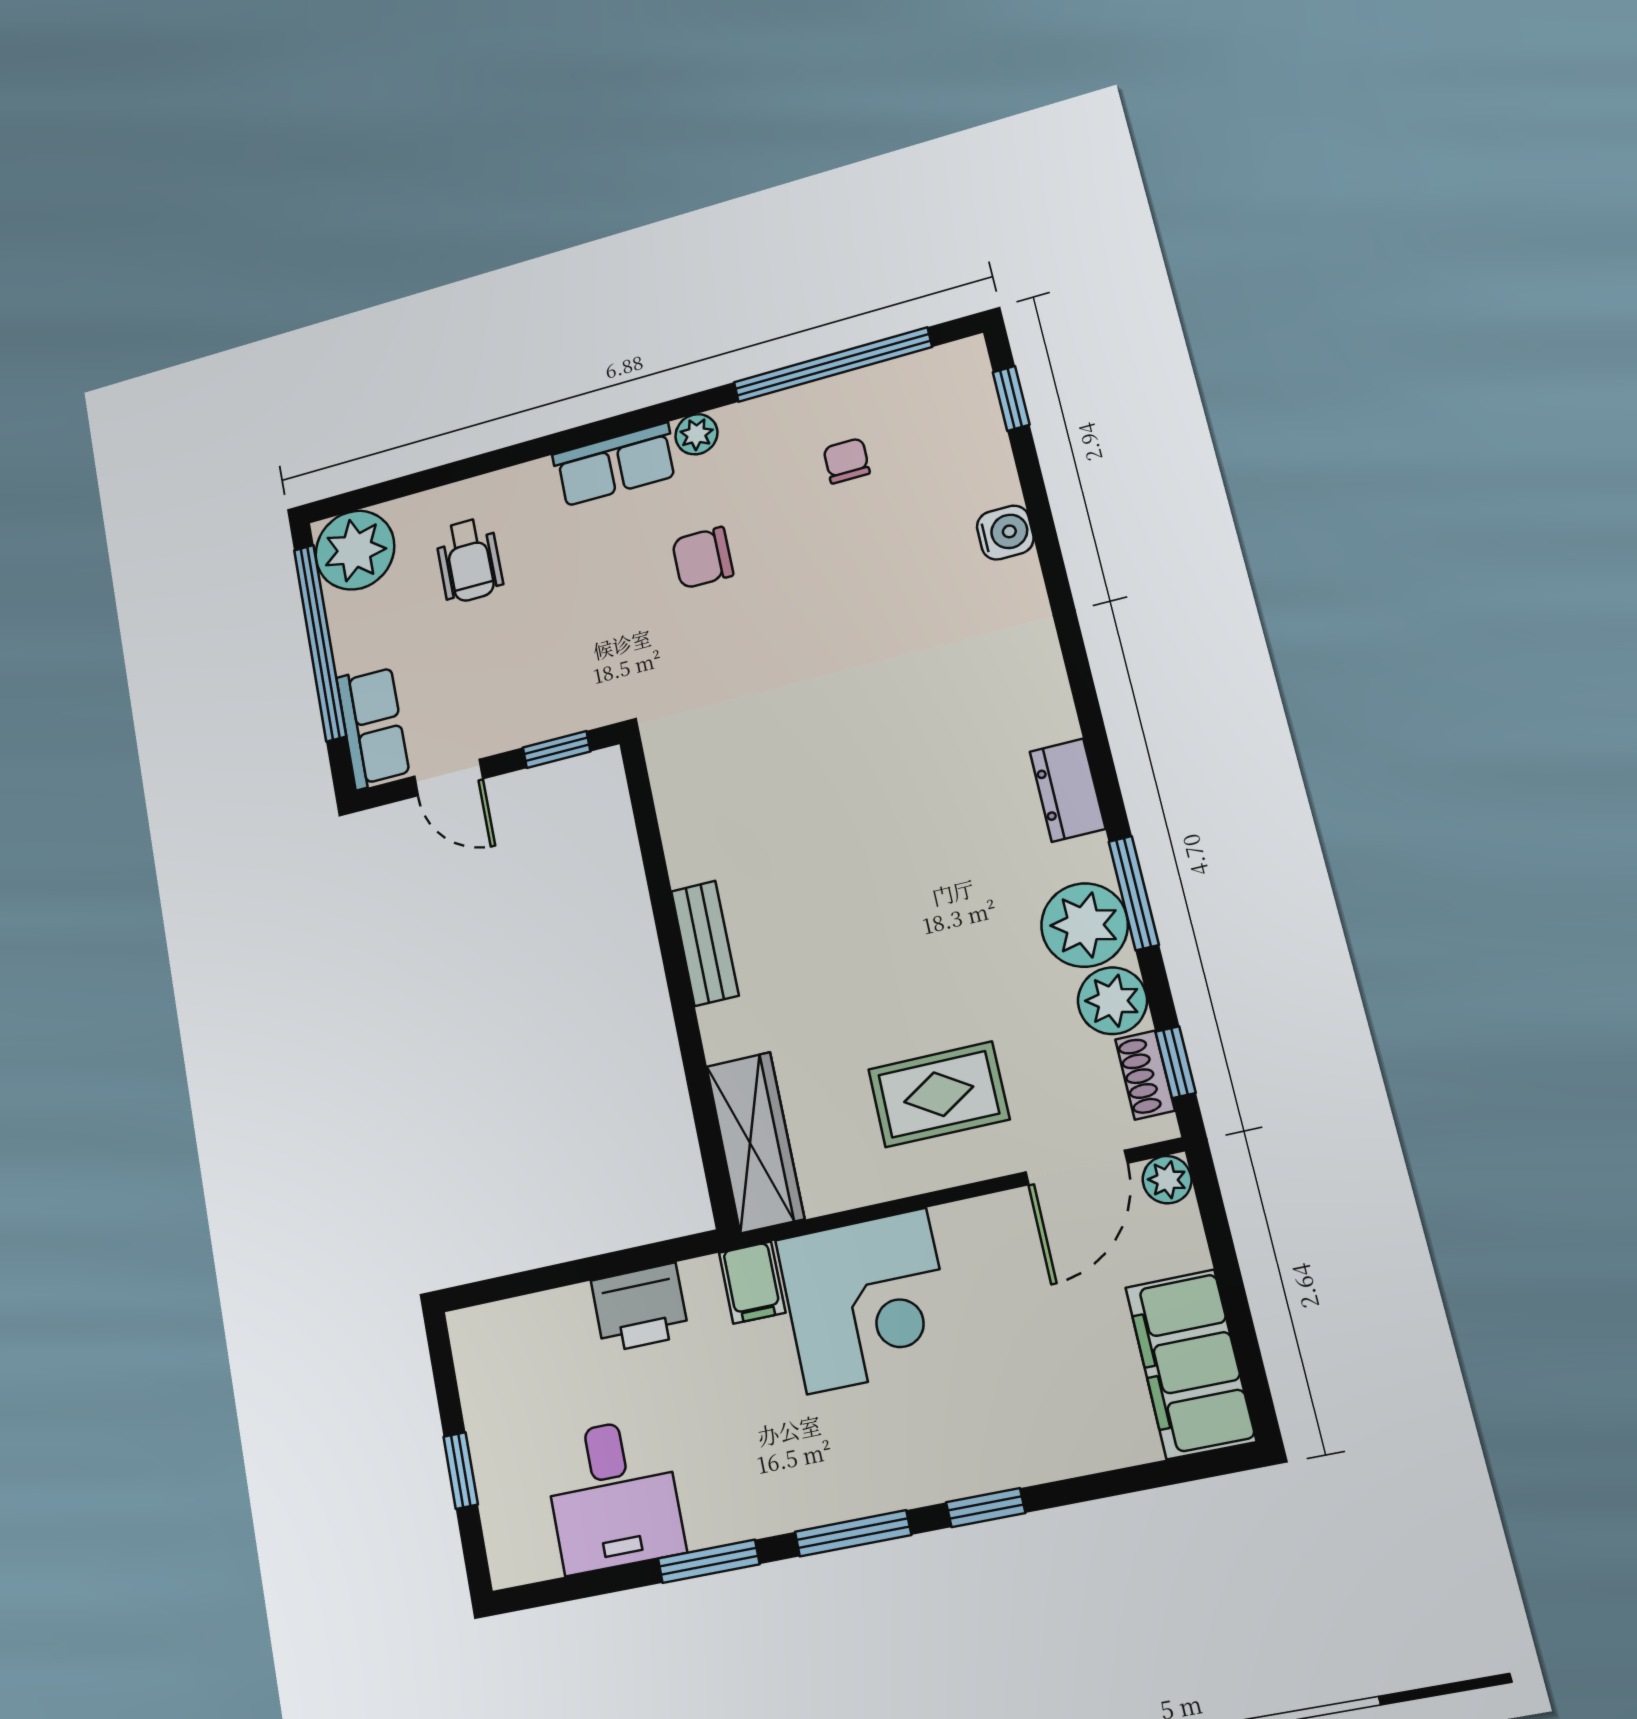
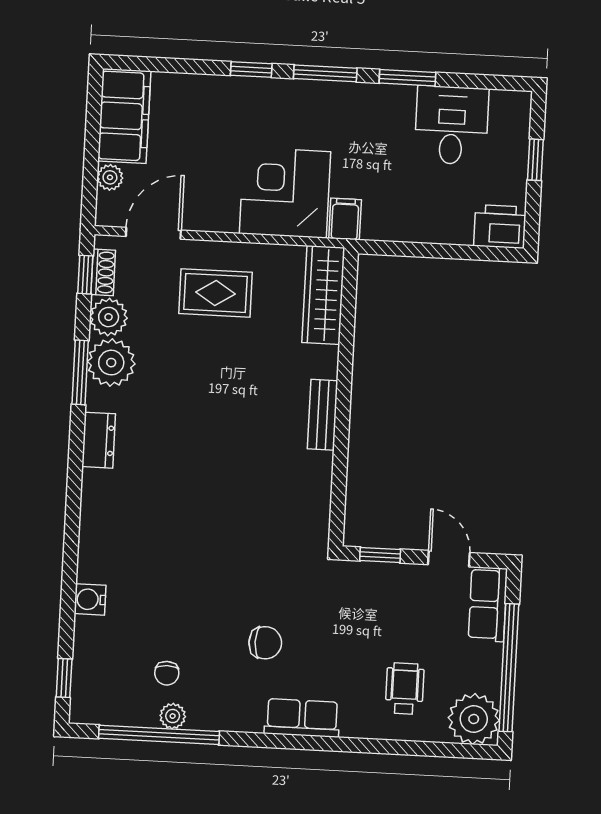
plant: (696, 434) -> (173, 716), moved
plant: (1167, 1180) -> (110, 177), moved
printer: (640, 1308) -> (500, 227), moved

